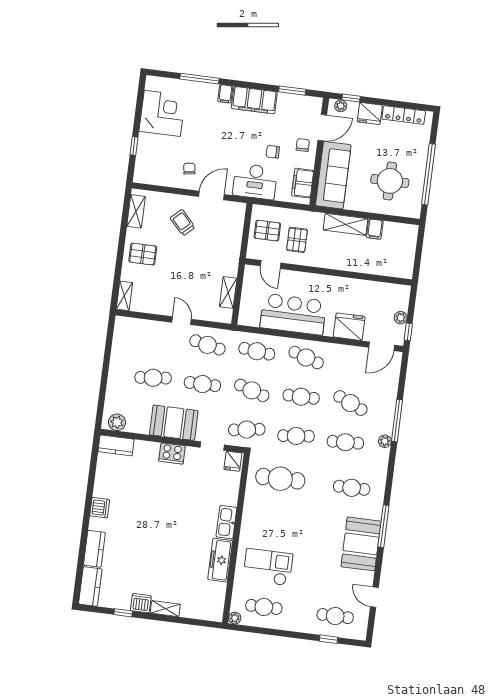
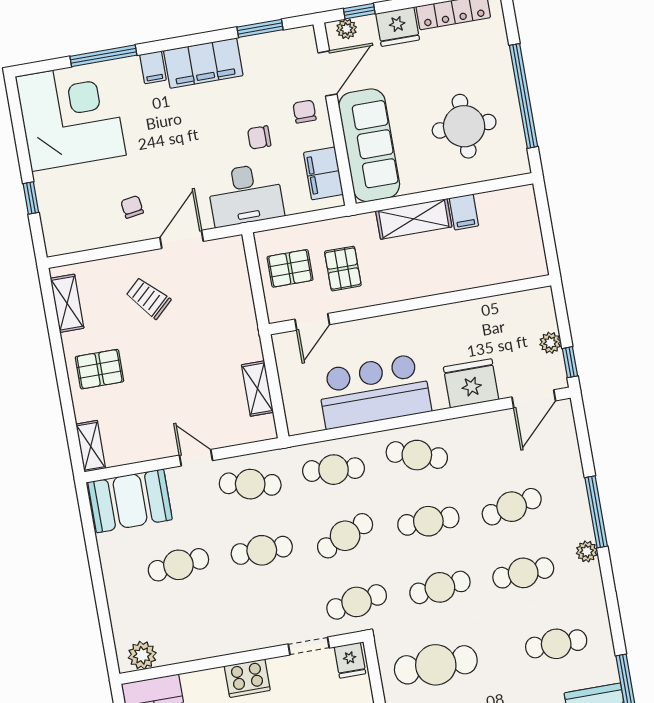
corner desk: (162, 113) -> (71, 116), width x1.36, depth x1.36
door: (271, 264) -> (312, 322), hinge flipped
cafe table: (252, 390) -> (345, 536), turned -42
cafe table: (350, 403) -> (512, 507), turned -36
booth: (174, 423) -> (130, 501), moved

